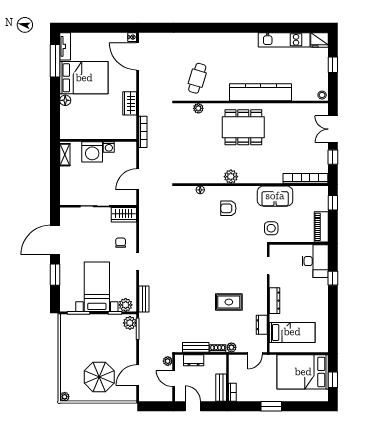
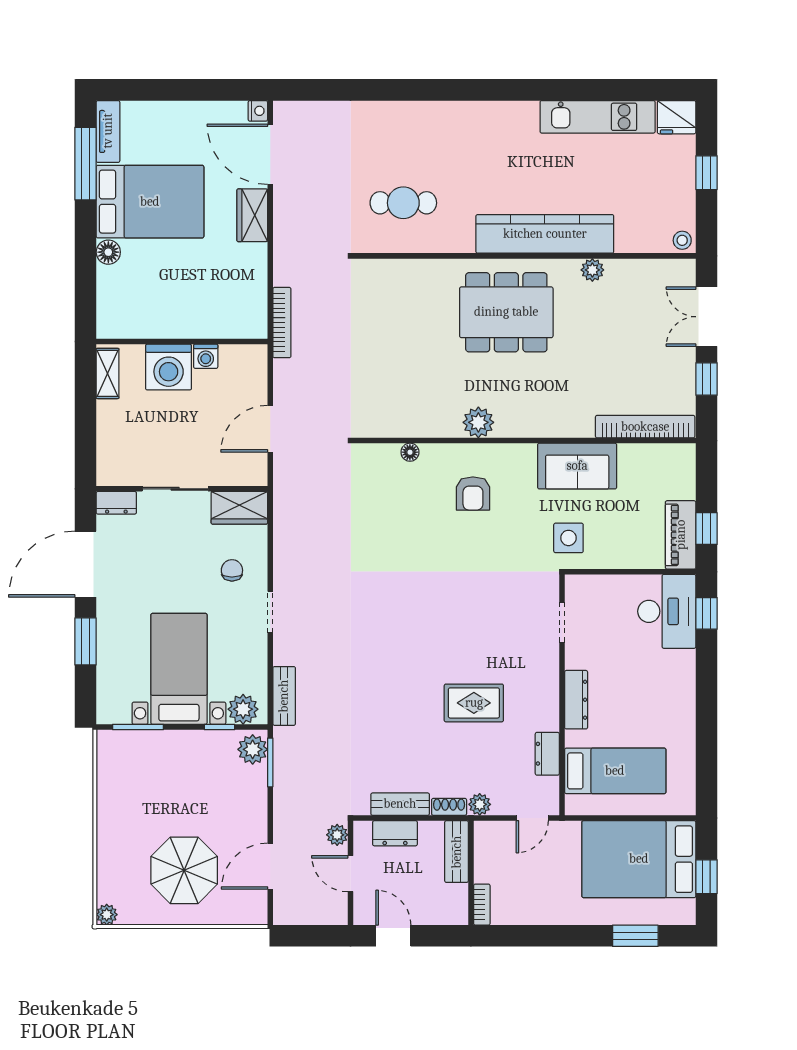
cafe table: (197, 78) -> (403, 203), turned 73
wardrobe: (130, 103) -> (252, 215), moved
plant: (198, 108) -> (592, 270), moved
window: (333, 203) -> (707, 529), moved
armchair: (228, 208) -> (473, 493), turned -90
dresser: (69, 212) -> (116, 503), added
window: (333, 278) -> (707, 613), moved
bench: (221, 388) -> (457, 852), moved
window: (271, 406) -> (635, 936), moved

